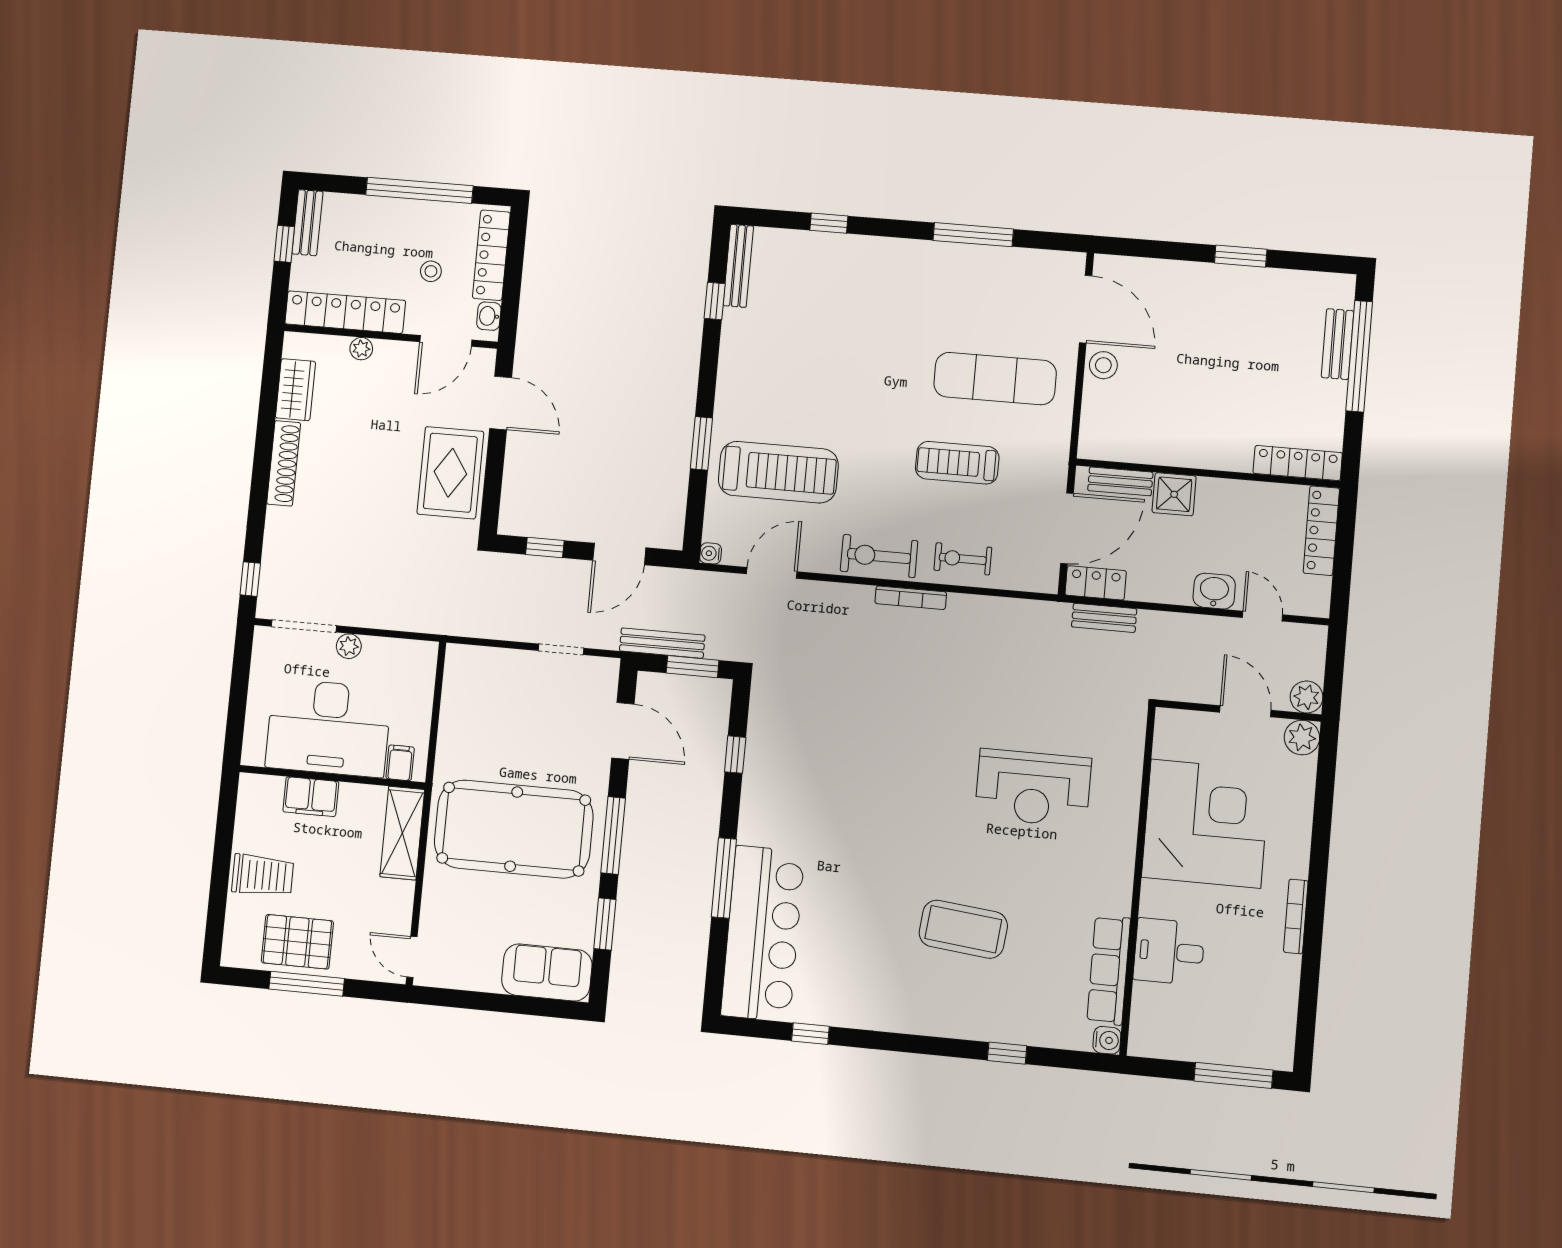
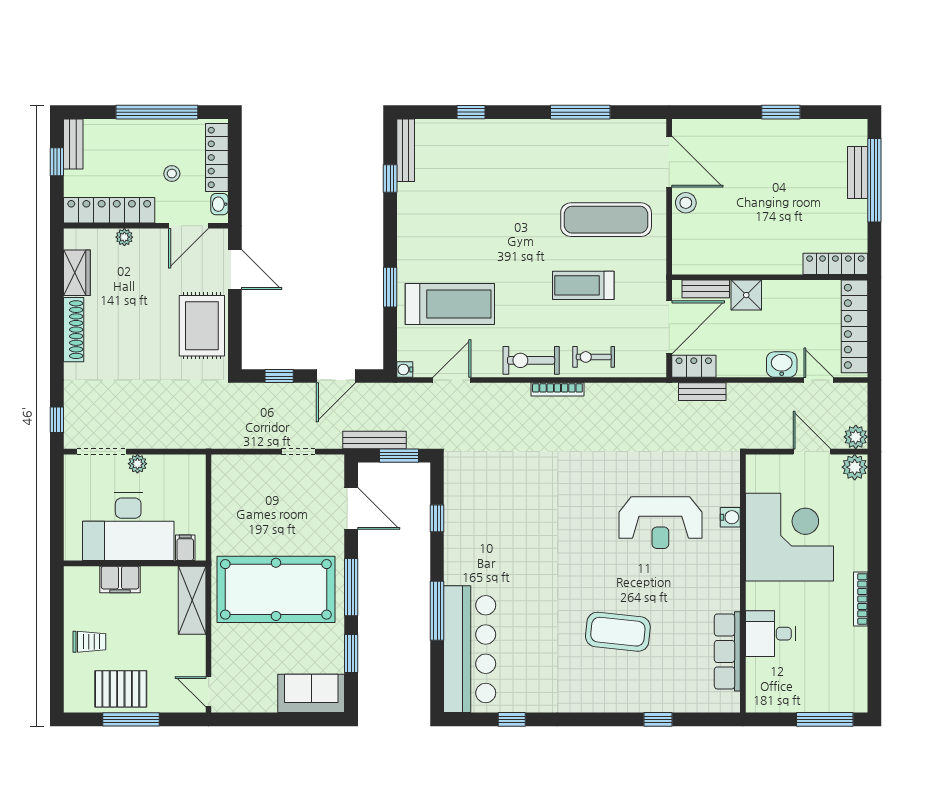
locker: (1321, 531) -> (854, 326), width x1.41, depth x1.21
trolley: (263, 875) -> (89, 642), width x0.73, depth x0.72
water cooler: (1107, 1040) -> (730, 517), moved

